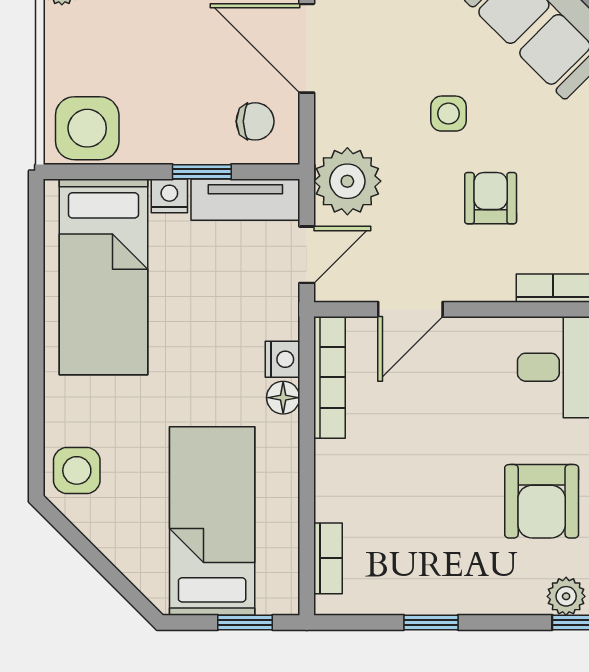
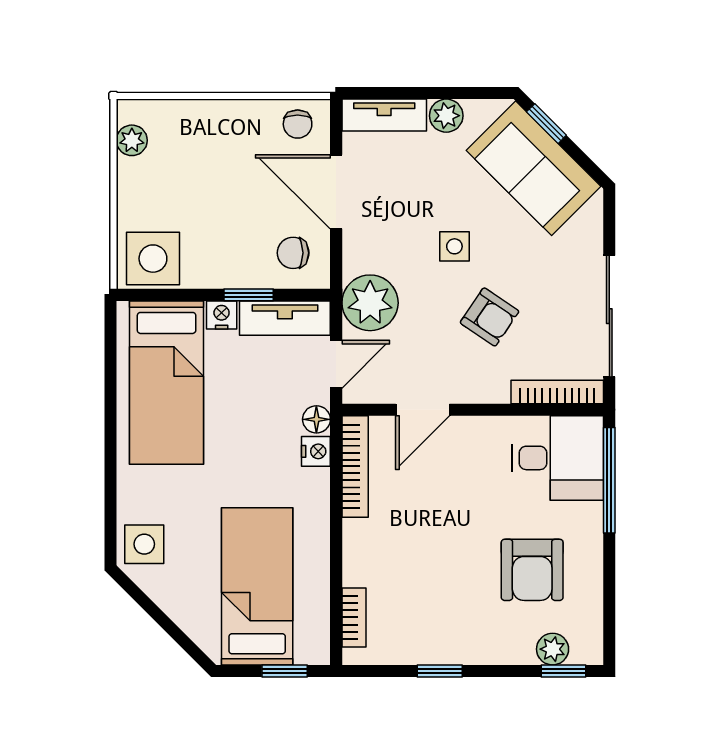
chair: (255, 121) -> (293, 253), turned 180
armchair: (491, 198) -> (490, 317), turned 124
floor lamp: (283, 398) -> (316, 419), moved

